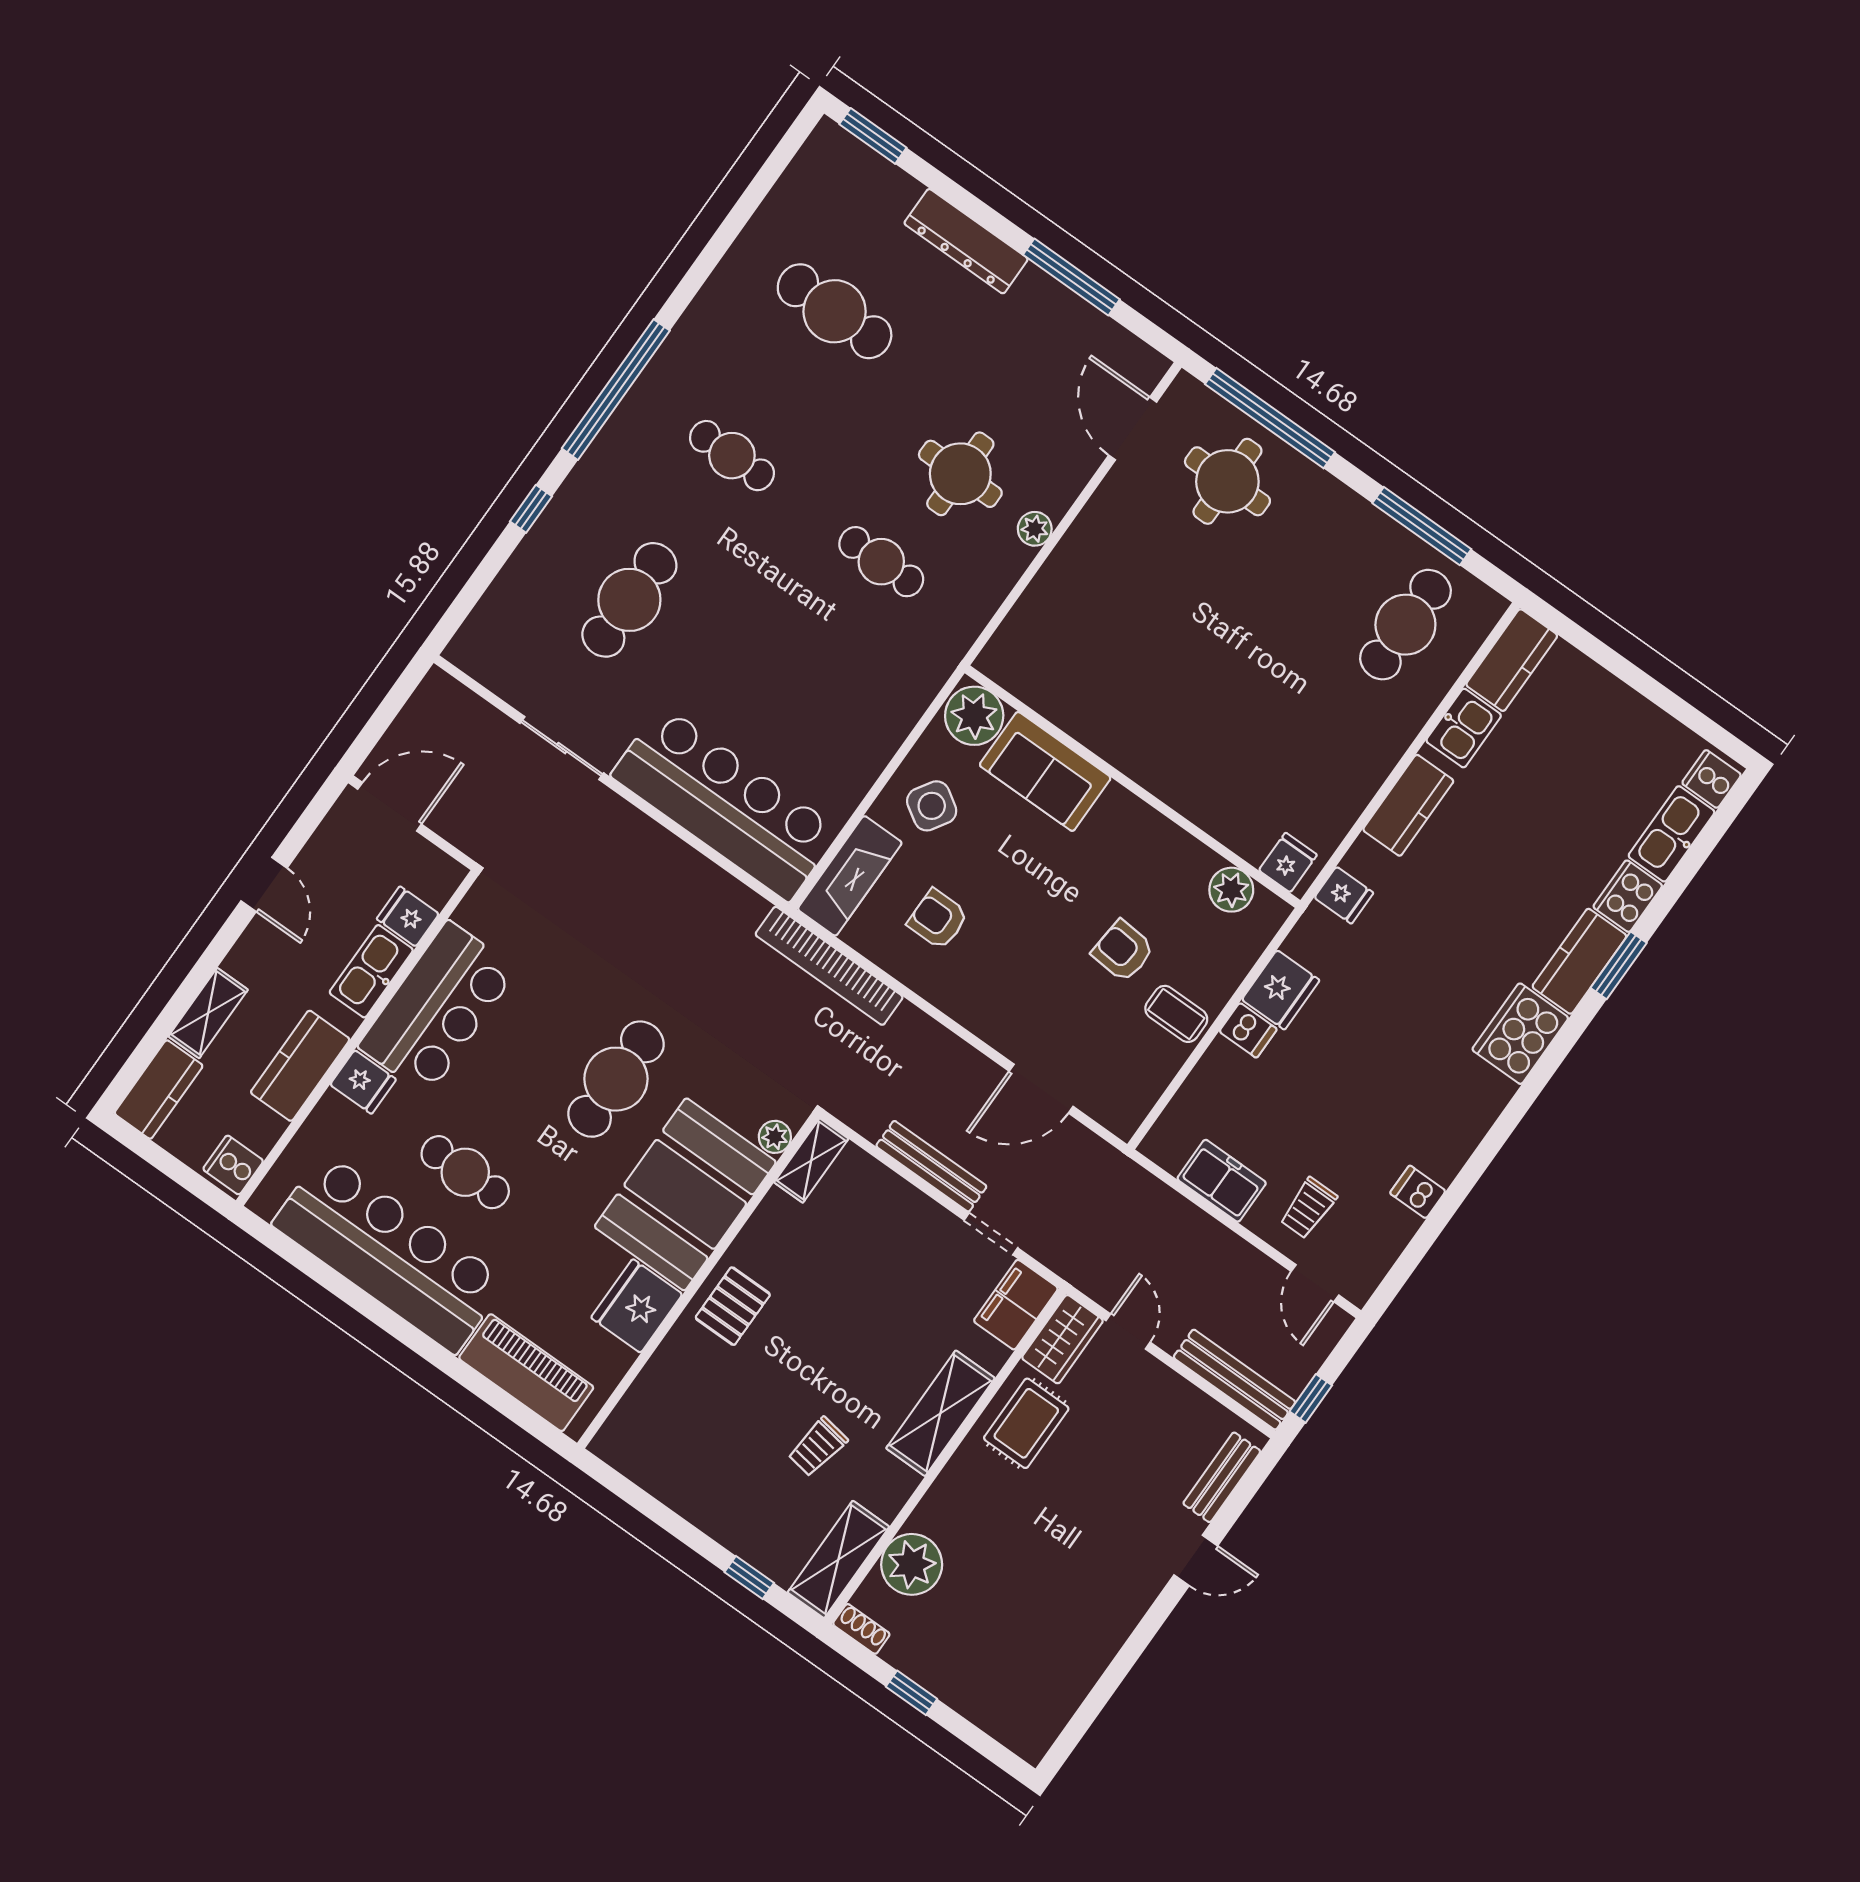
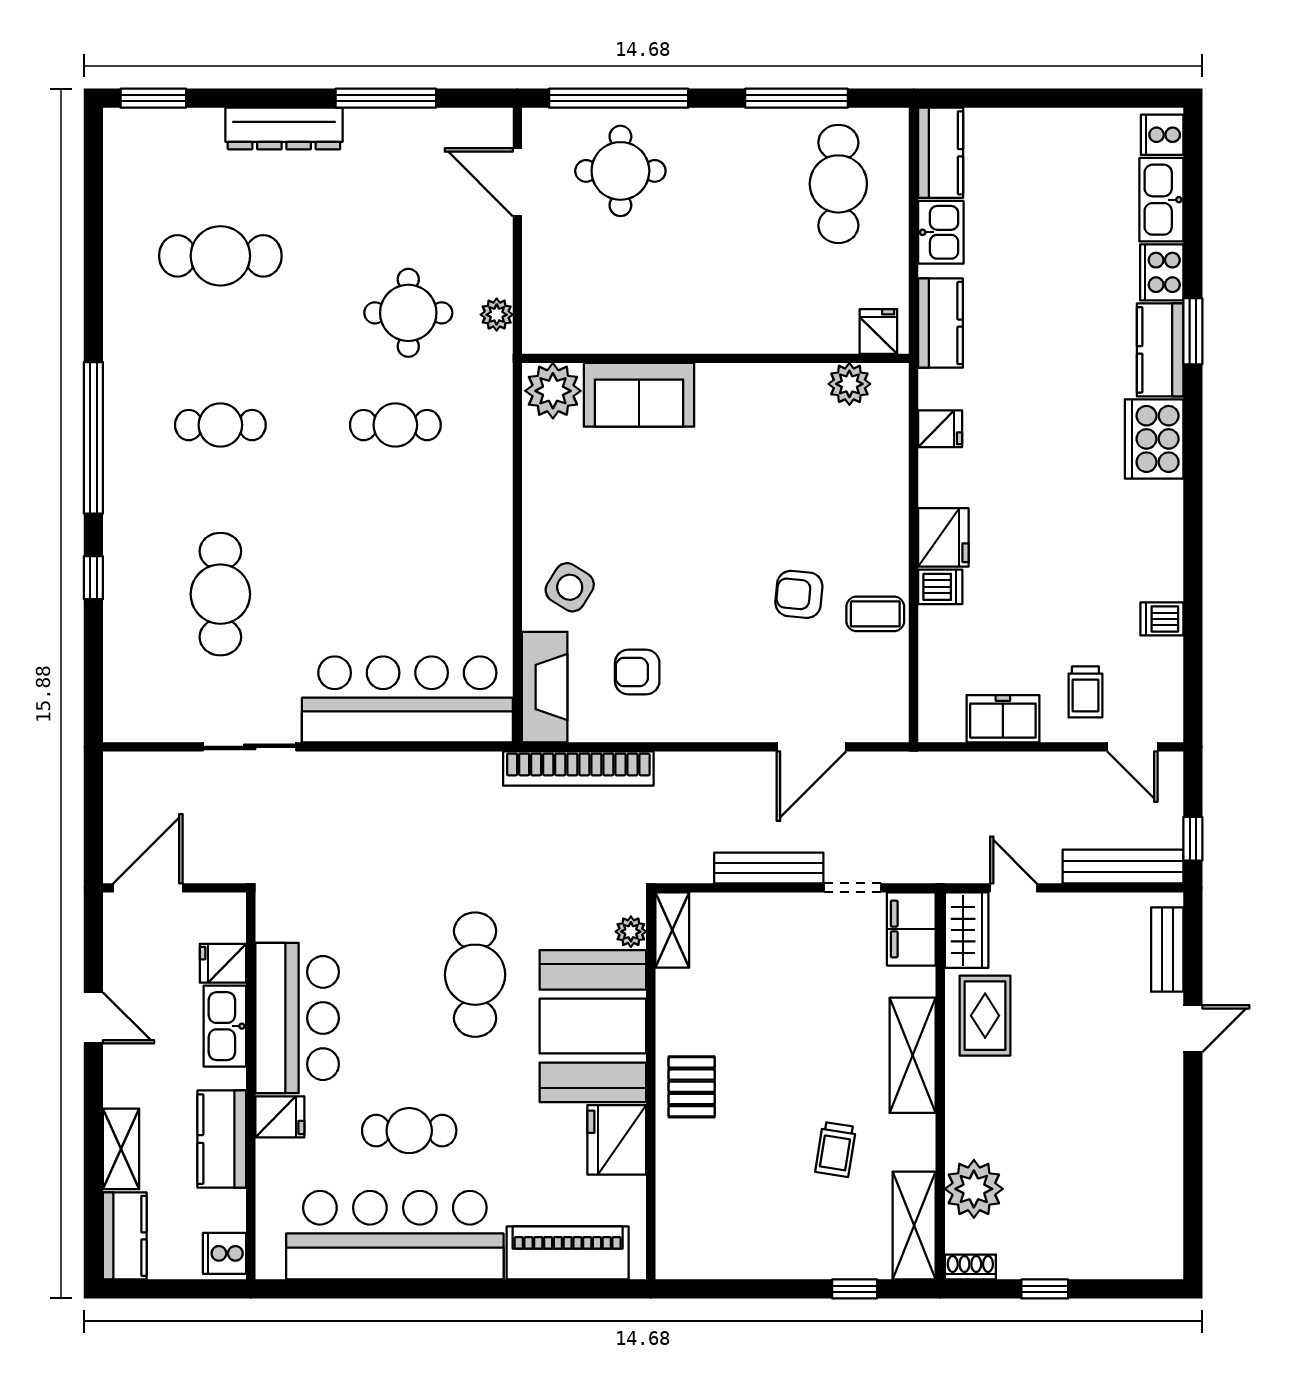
plant: (974, 716) -> (553, 391), moved
sofa: (1045, 771) -> (639, 395), moved
wall: (1132, 787) -> (715, 358), moved
fridge: (1288, 863) -> (878, 331), moved
plant: (1231, 890) -> (849, 384), moved

